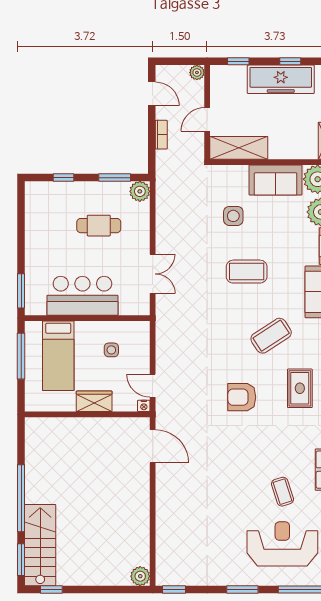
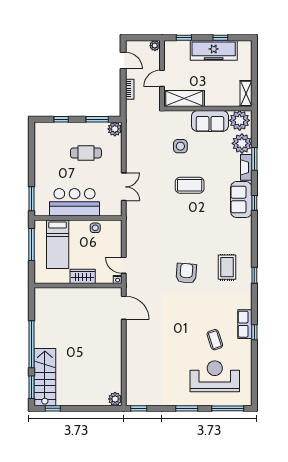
coffee table: (271, 336) -> (207, 230), removed
side table: (111, 350) -> (95, 228), moved
armchair: (242, 397) -> (186, 273), turned 94

